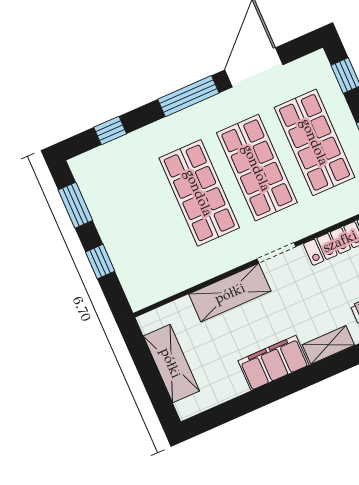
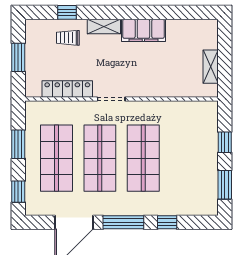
window: (110, 130) -> (167, 222), moved
shelving: (230, 293) -> (152, 87), removed
shelving: (171, 363) -> (211, 67), width x0.67, depth x0.75

